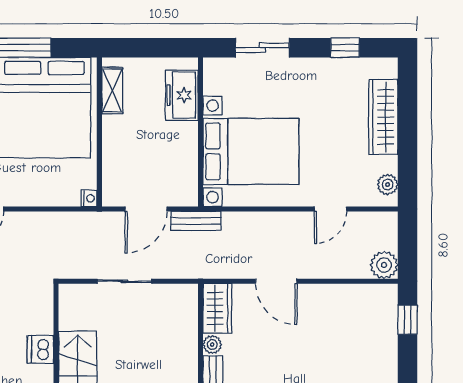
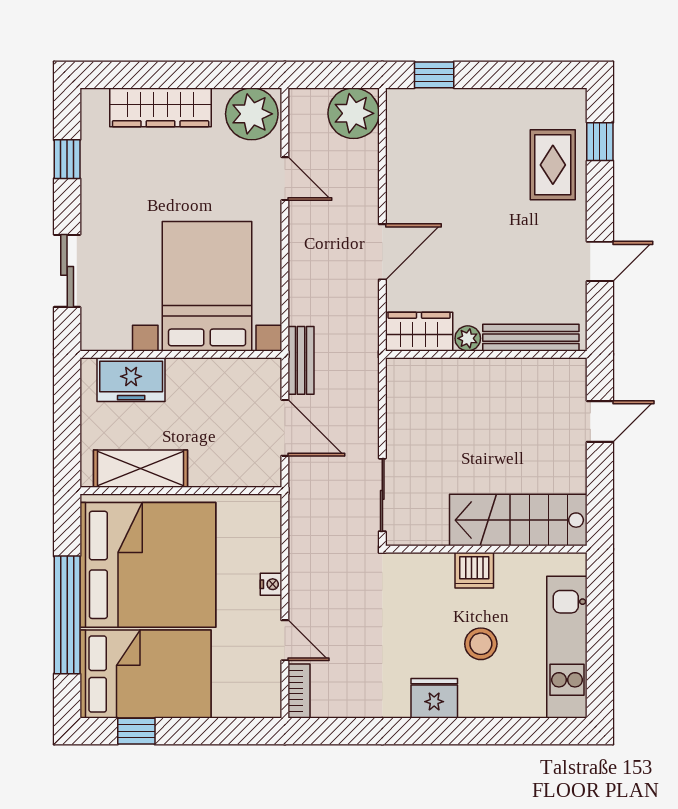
shelving: (112, 91) -> (141, 469), width x1.50, depth x1.33
plant: (388, 185) -> (252, 114), width x1.88, depth x1.88
nightstand: (89, 198) -> (271, 584), moved, turned 90
plant: (384, 265) -> (354, 113), width x1.36, depth x1.36
sliding door: (124, 281) -> (382, 495), moved

